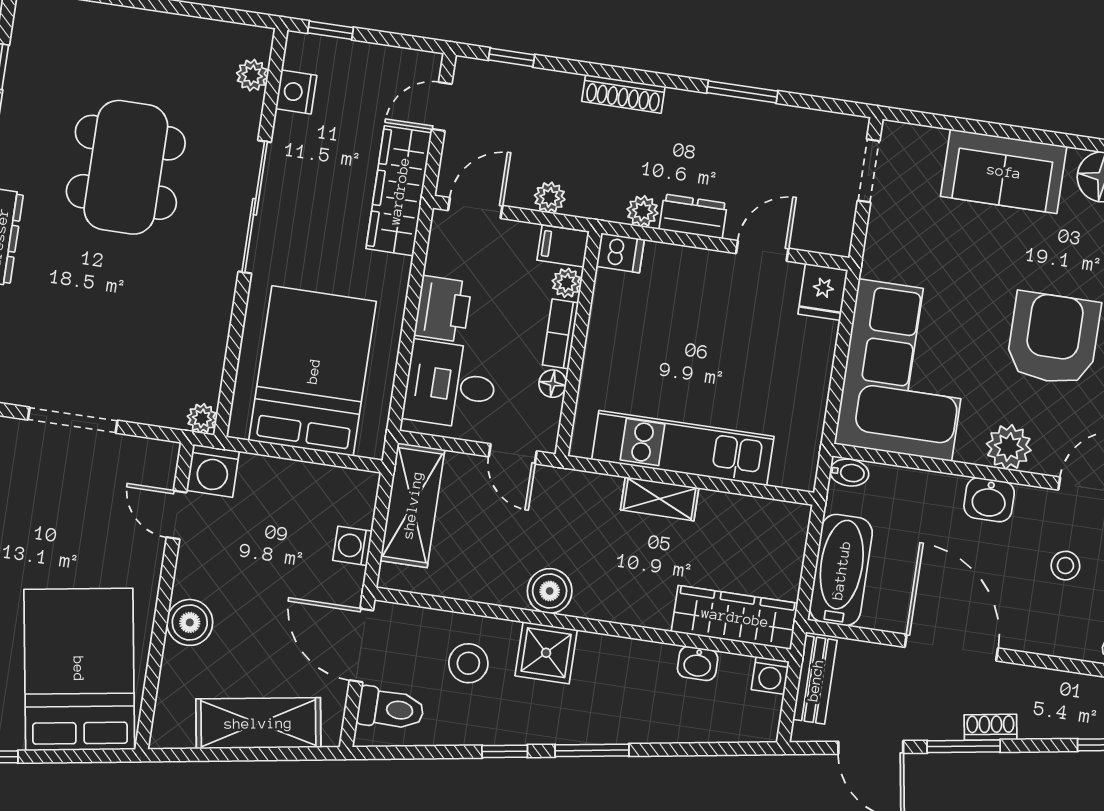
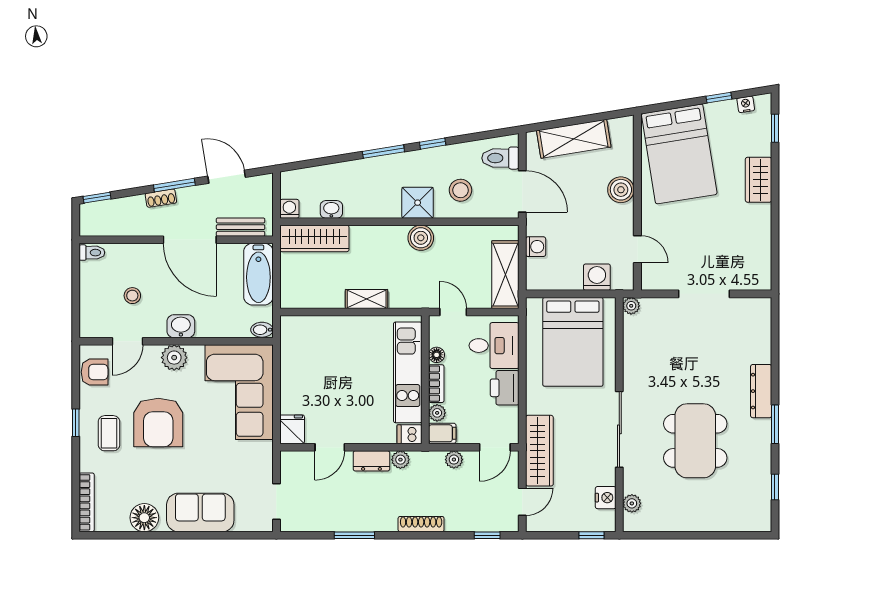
kitchen unit: (683, 448) -> (408, 372), moved, turned 90
washing machine: (213, 471) -> (597, 277), moved
bench: (815, 680) -> (241, 227), moved, turned 90

